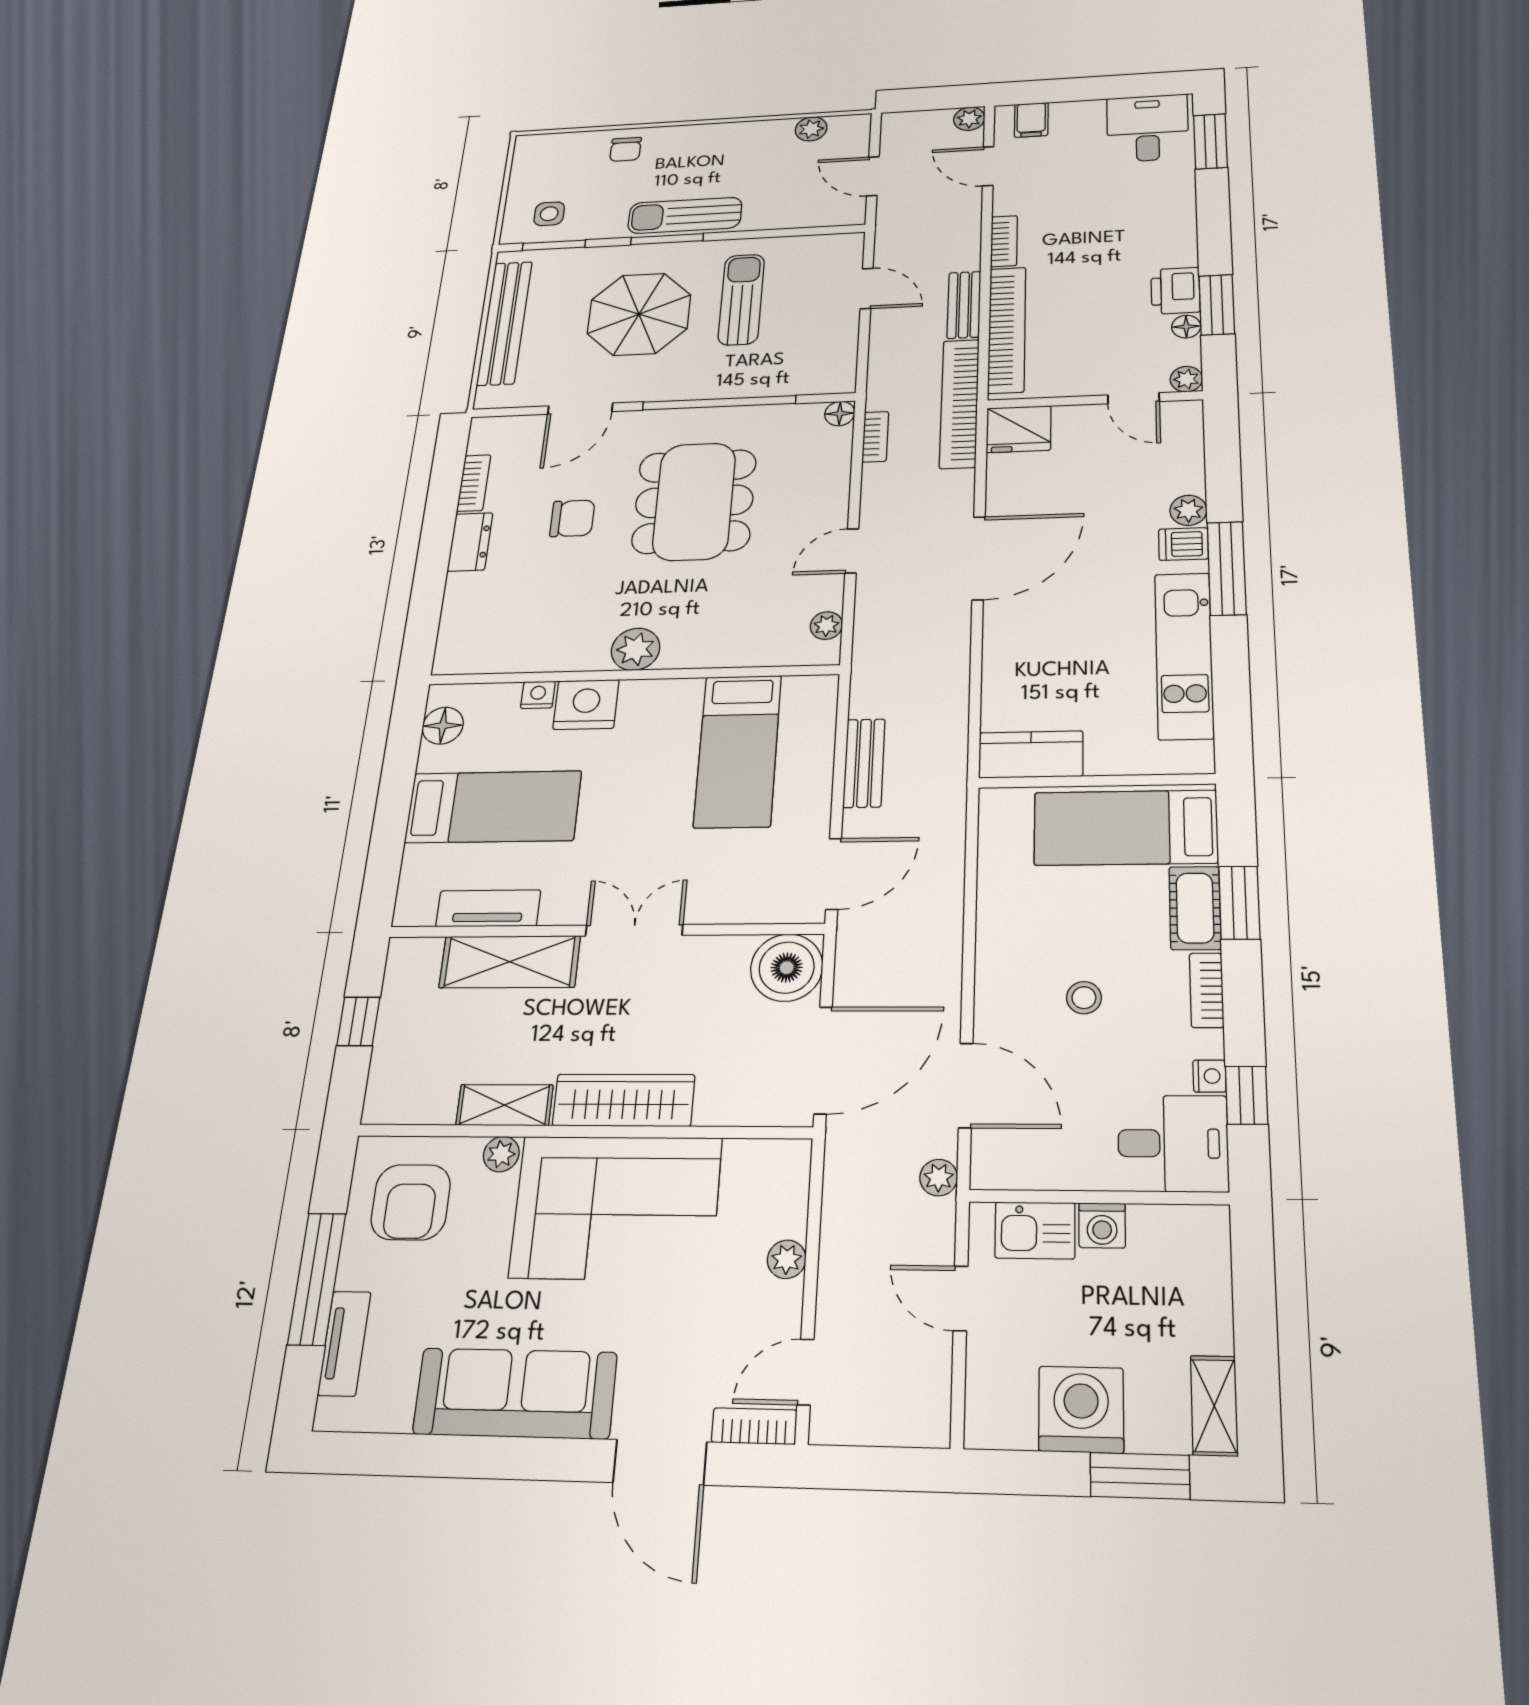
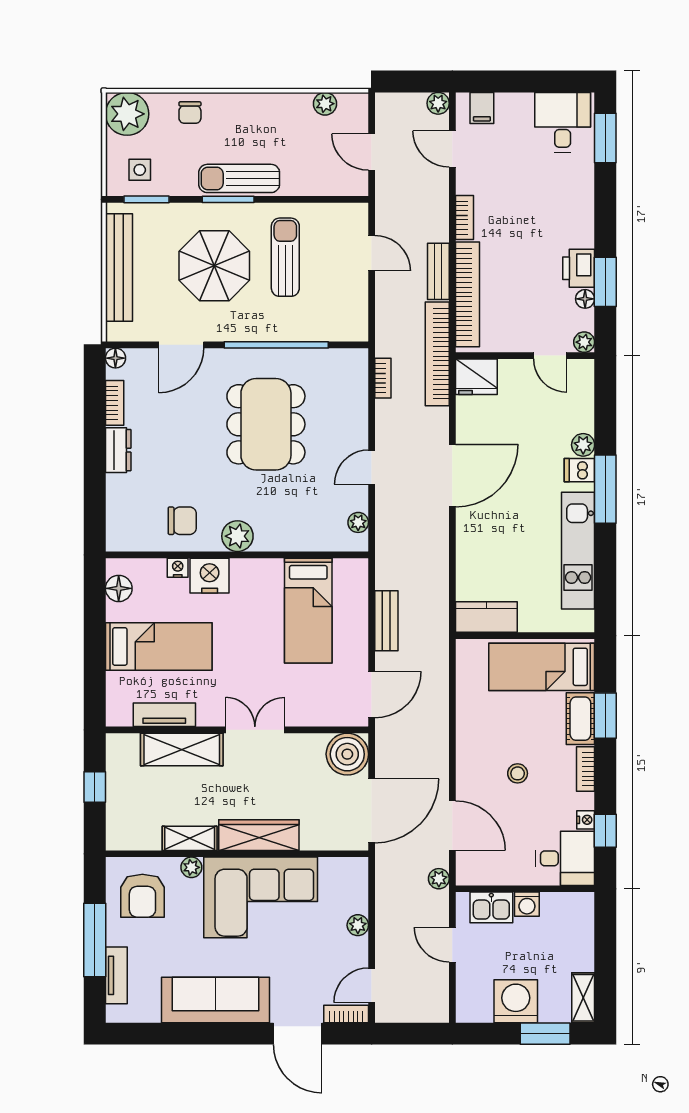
plant: (541, 156) -> (127, 114), added
floor lamp: (840, 414) -> (115, 358), moved
chair: (572, 518) -> (182, 521), moved

